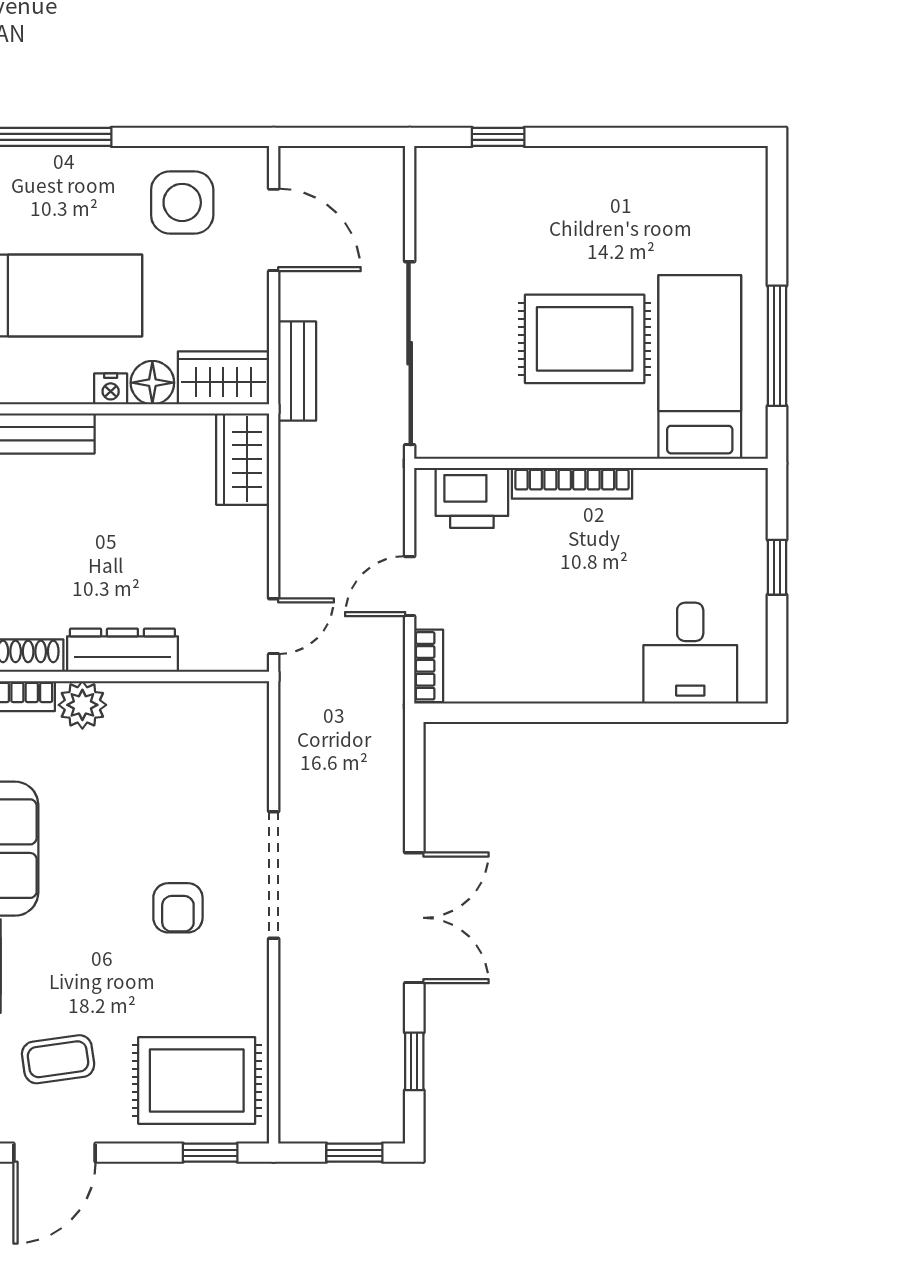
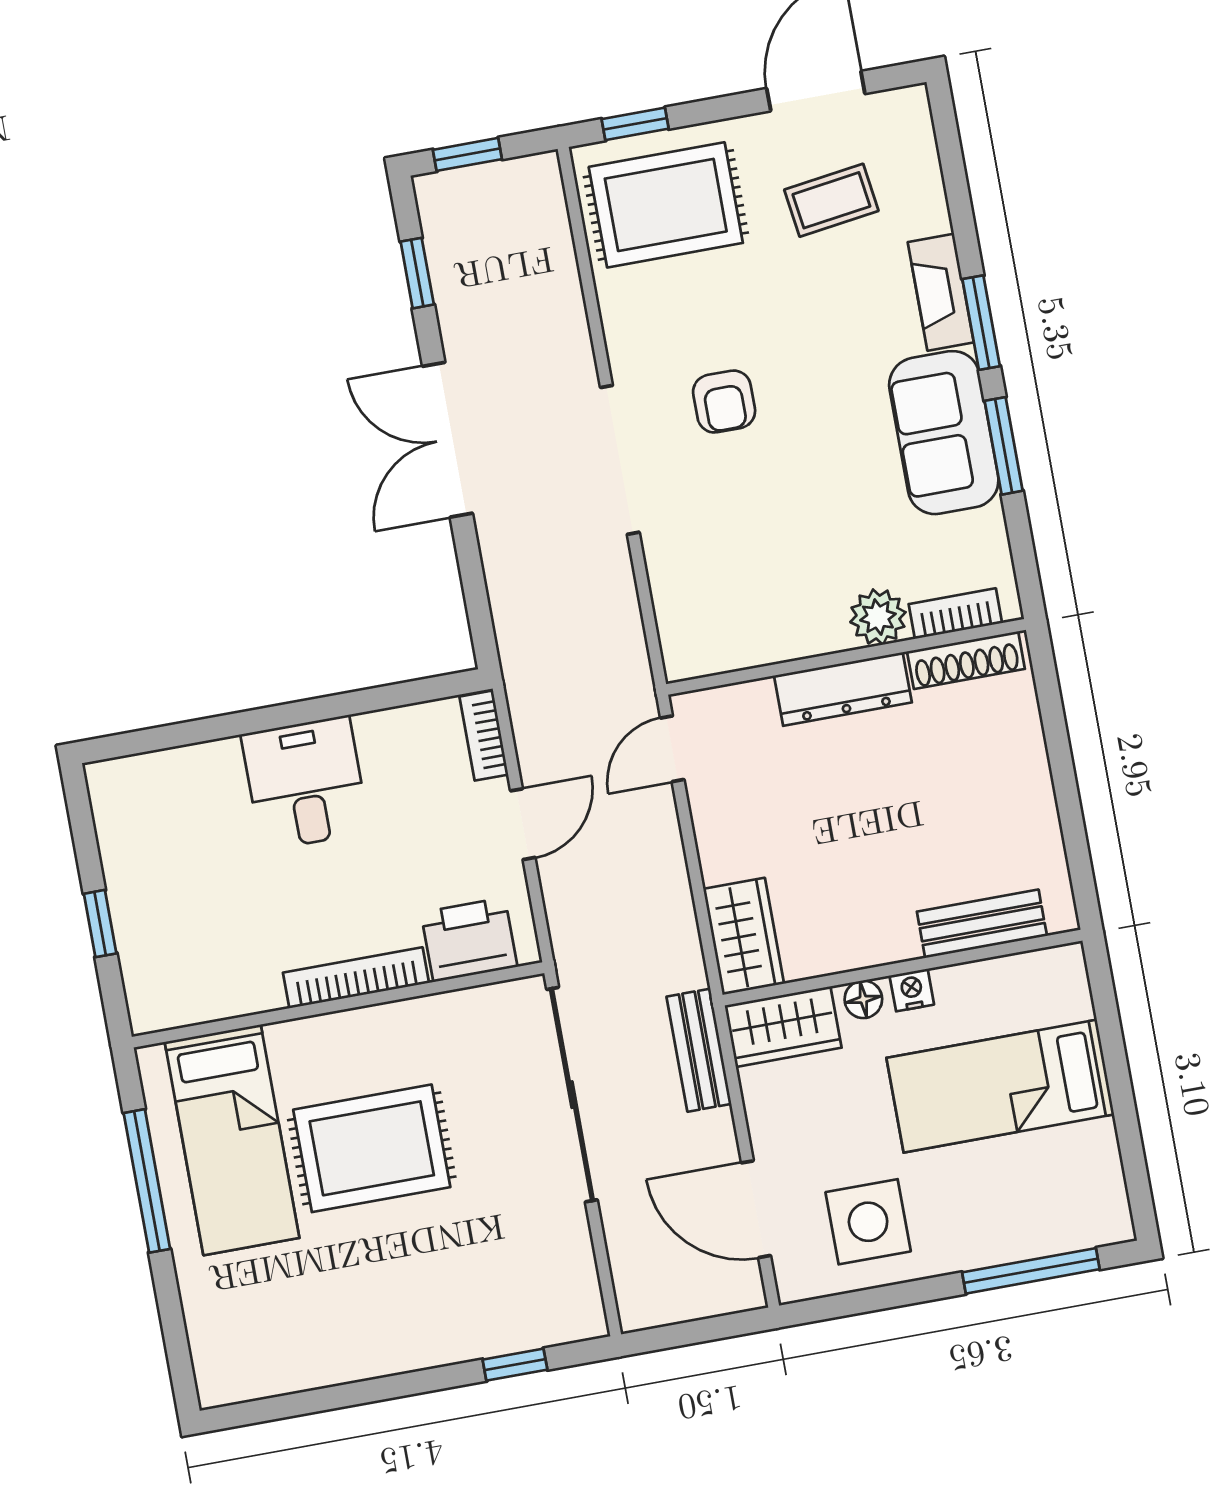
floor lamp: (152, 383) -> (863, 999), width x0.73, depth x0.73
desk: (690, 653) -> (305, 783), moved
armchair: (178, 908) -> (724, 402), turned 180

